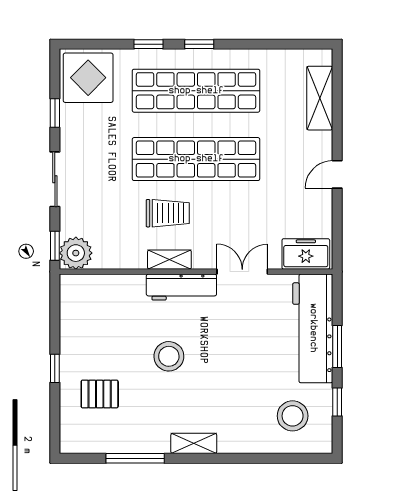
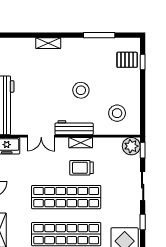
window: (55, 368) -> (143, 62), moved
pallet: (100, 394) -> (127, 60), moved
stool: (293, 416) -> (117, 113), moved
shelving: (194, 443) -> (48, 43), moved

